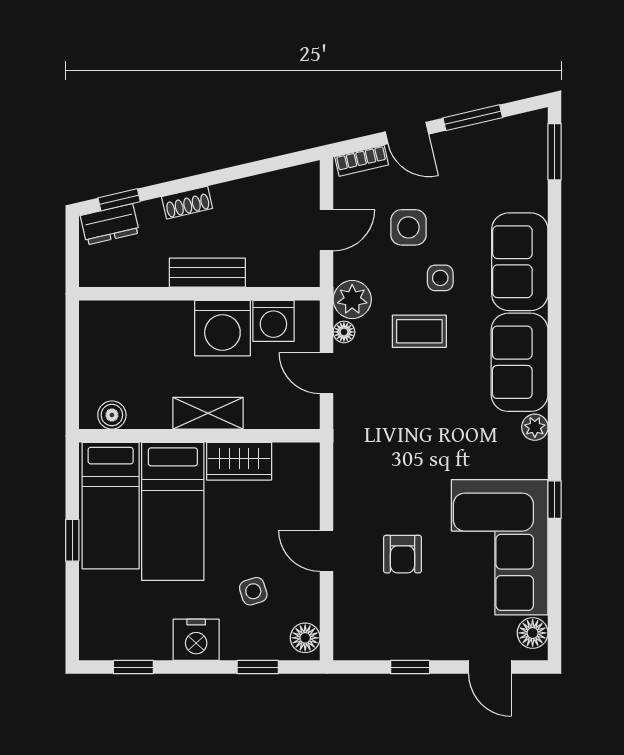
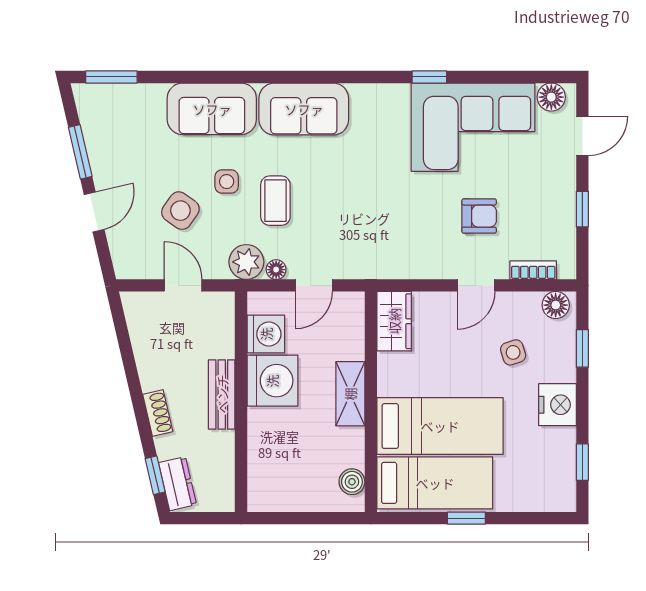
bookcase: (362, 161) -> (533, 270), moved, turned -77
side table: (408, 227) -> (180, 211), turned 35
plant: (535, 427) -> (363, 95), removed
wardrobe: (239, 461) -> (394, 321), moved

